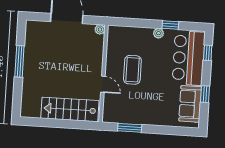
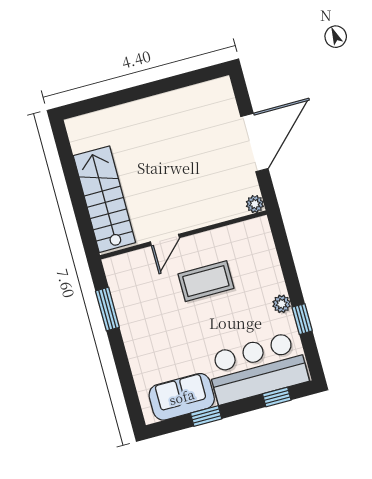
window: (19, 61) -> (156, 88), removed

